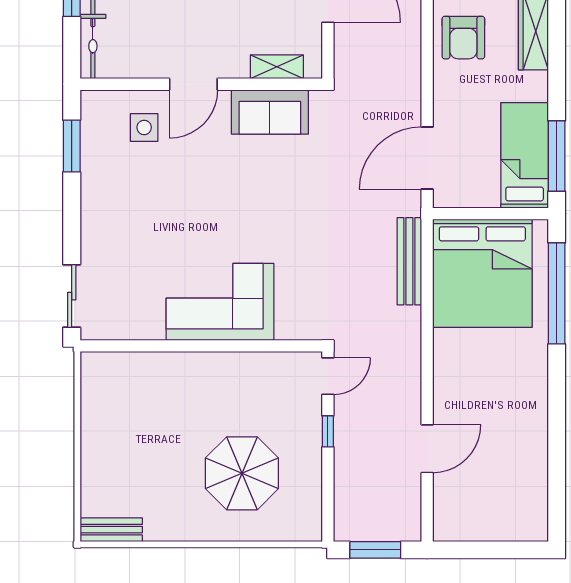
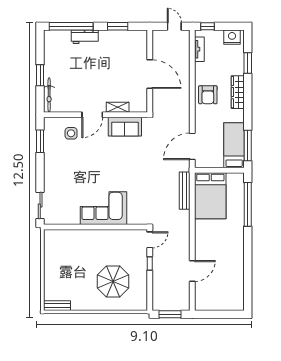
shelving: (277, 67) -> (118, 107), moved
bed: (482, 273) -> (210, 196), width x0.73

